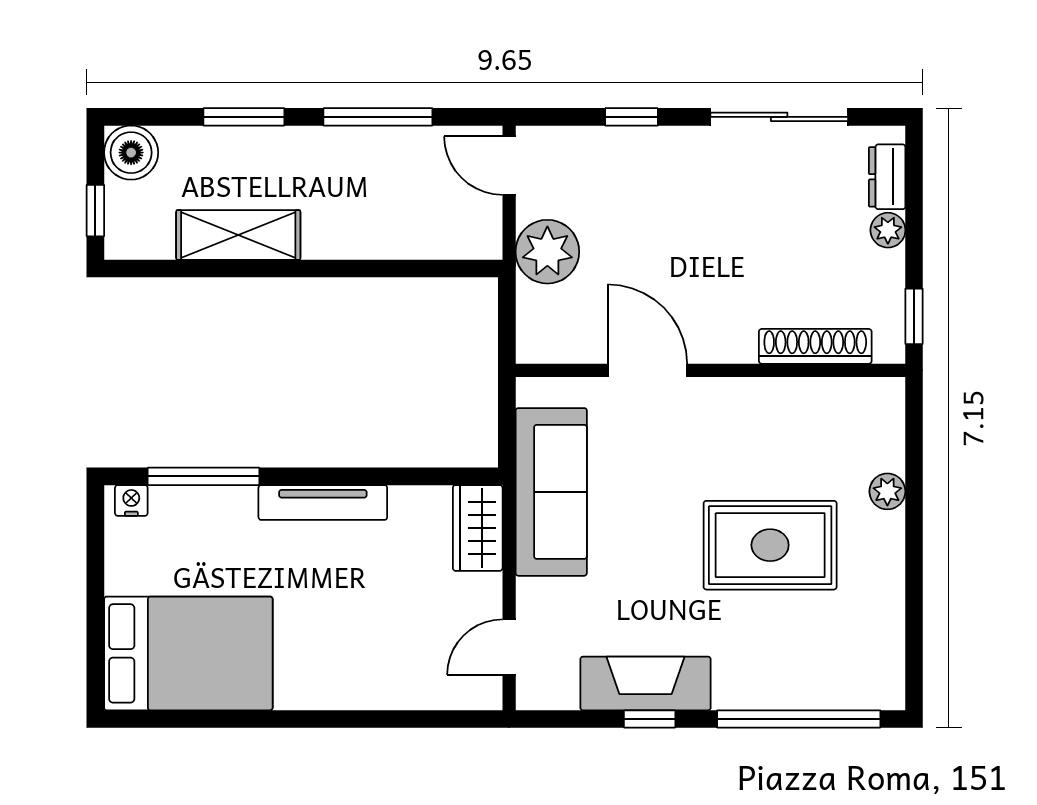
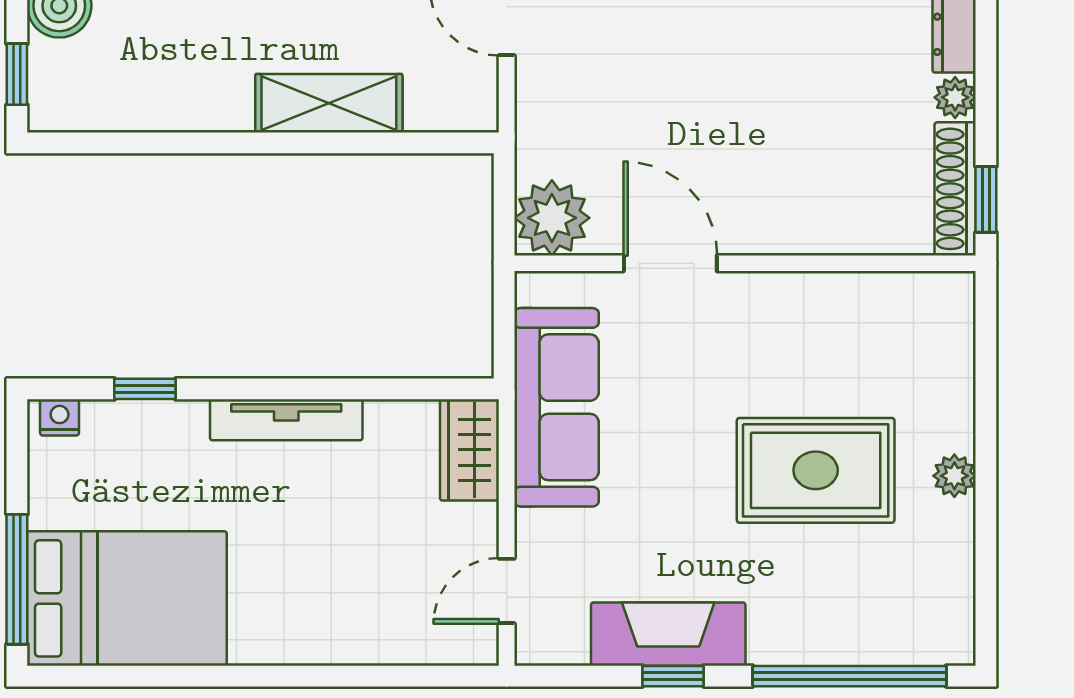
shelving: (238, 235) -> (329, 103), moved
plant: (547, 252) -> (552, 218), moved
shoe rack: (815, 346) -> (955, 189), moved, turned -90
window: (203, 476) -> (145, 389), width x0.46
plant: (887, 491) -> (954, 476), moved
window: (95, 637) -> (17, 579), added

